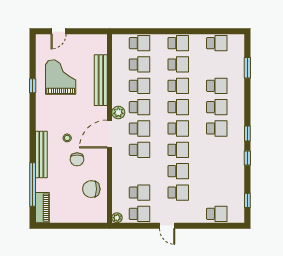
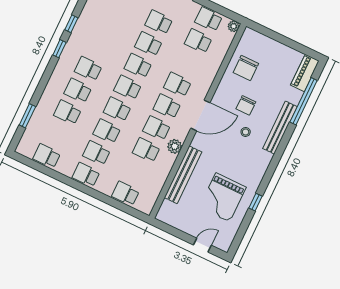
school desk: (140, 64) -> (136, 172), removed
plant: (118, 113) -> (175, 146), moved
chair: (77, 159) -> (246, 105), turned 180
chair: (91, 189) -> (246, 68), turned 89

